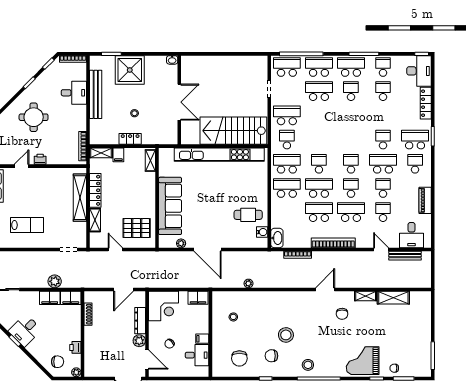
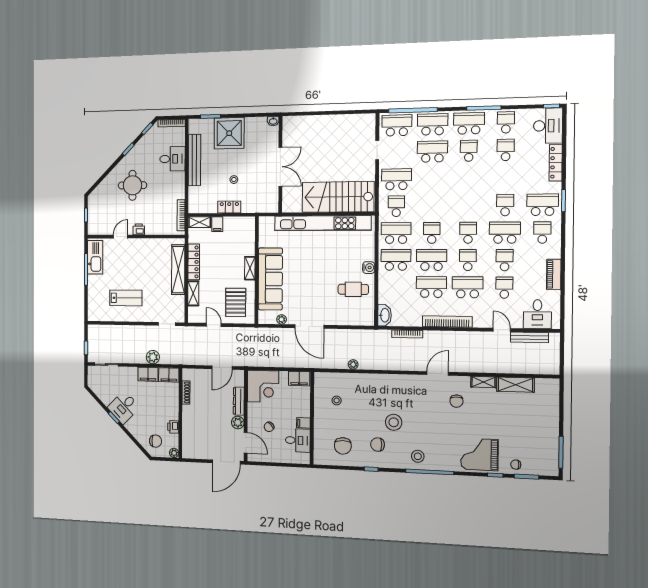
shelving: (150, 160) -> (250, 268), moved
pallet: (137, 228) -> (236, 302), turned 90
water cooler: (262, 232) -> (369, 268), moved

